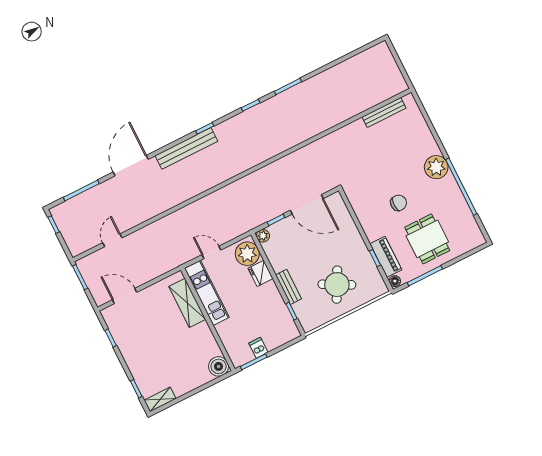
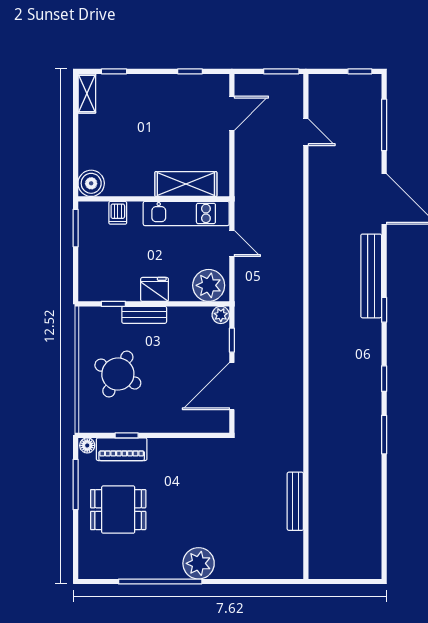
bench: (384, 112) -> (295, 501), moved
chair: (399, 203) -> (178, 497), removed
door: (211, 252) -> (232, 243), hinge flipped
fridge: (260, 273) -> (155, 289), moved
dishwasher: (258, 348) -> (118, 213), moved, turned 90

